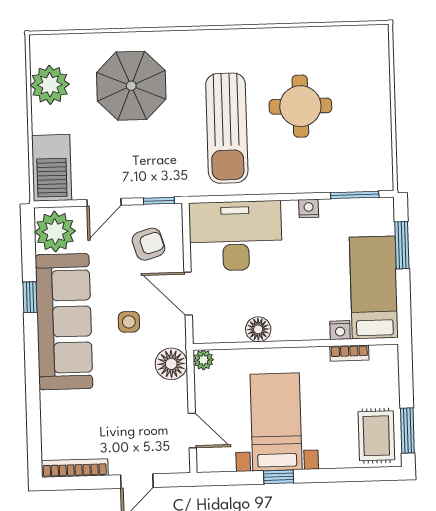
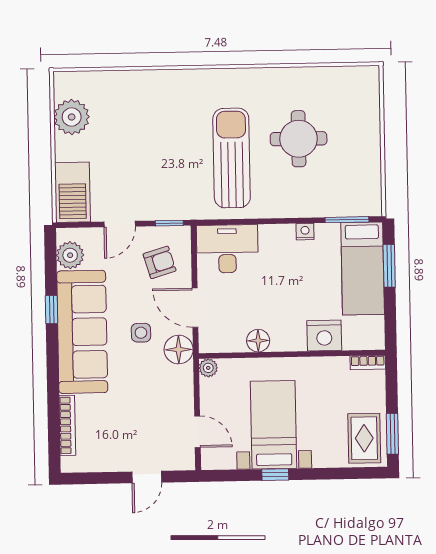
parasol: (131, 86) -> (145, 119), removed
sun lounger: (227, 128) -> (232, 158), turned 180
plant: (55, 232) -> (70, 255), width x0.73, depth x0.73
desk: (235, 236) -> (227, 249), width x0.73, depth x0.77
bed: (374, 287) -> (363, 268), moved, turned 180
nightstand: (340, 330) -> (324, 336), width x1.89, depth x1.79
bookcase: (349, 353) -> (368, 363), moved
floor lamp: (171, 364) -> (179, 350), moved
bookcase: (75, 468) -> (67, 425), moved, turned 90

